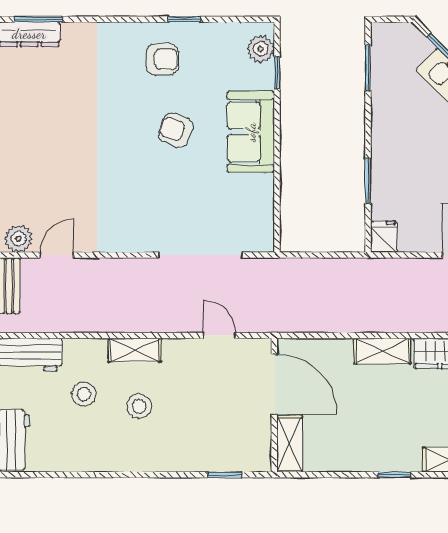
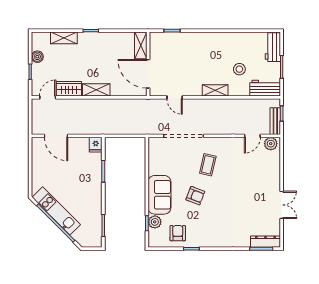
plant: (261, 49) -> (155, 222), moved
armchair: (162, 59) -> (178, 233), moved, turned 90
coffee table: (150, 194) -> (208, 165), added
stool: (139, 406) -> (213, 63), removed

